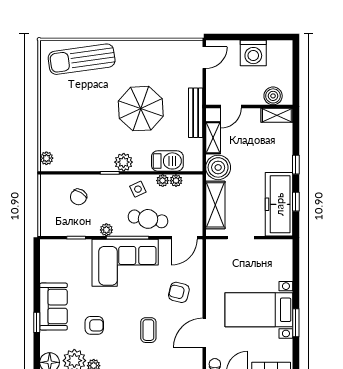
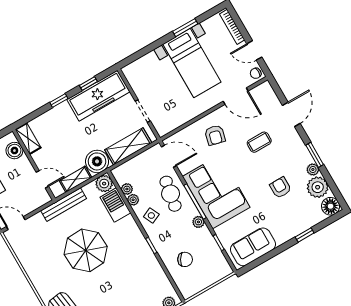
plant: (124, 162) -> (104, 184), moved
sofa: (53, 307) -> (253, 247), moved

